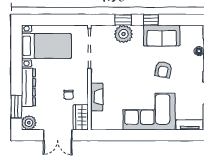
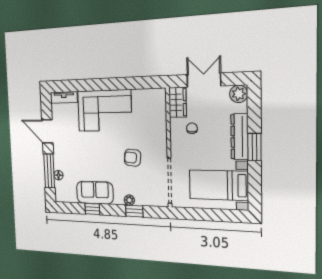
window: (151, 20) -> (92, 209), moved
plant: (123, 34) -> (129, 200), width x0.53, depth x0.53
armchair: (163, 70) -> (133, 158), moved, turned -95
fireplace: (97, 97) -> (160, 126), removed
window: (16, 107) -> (254, 147), moved

